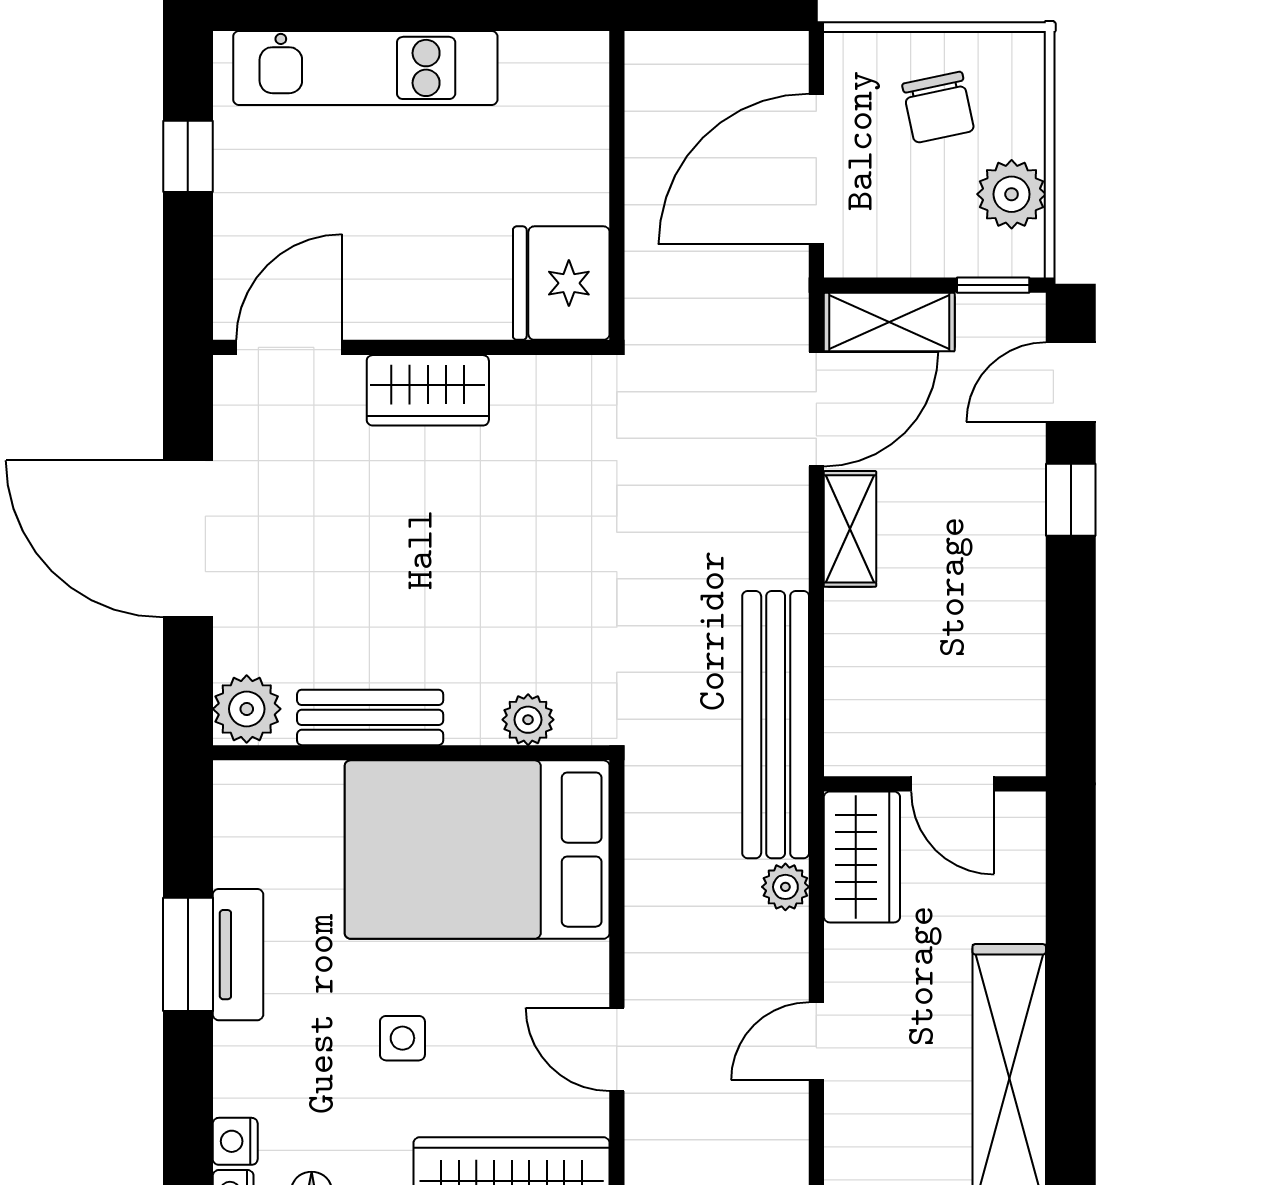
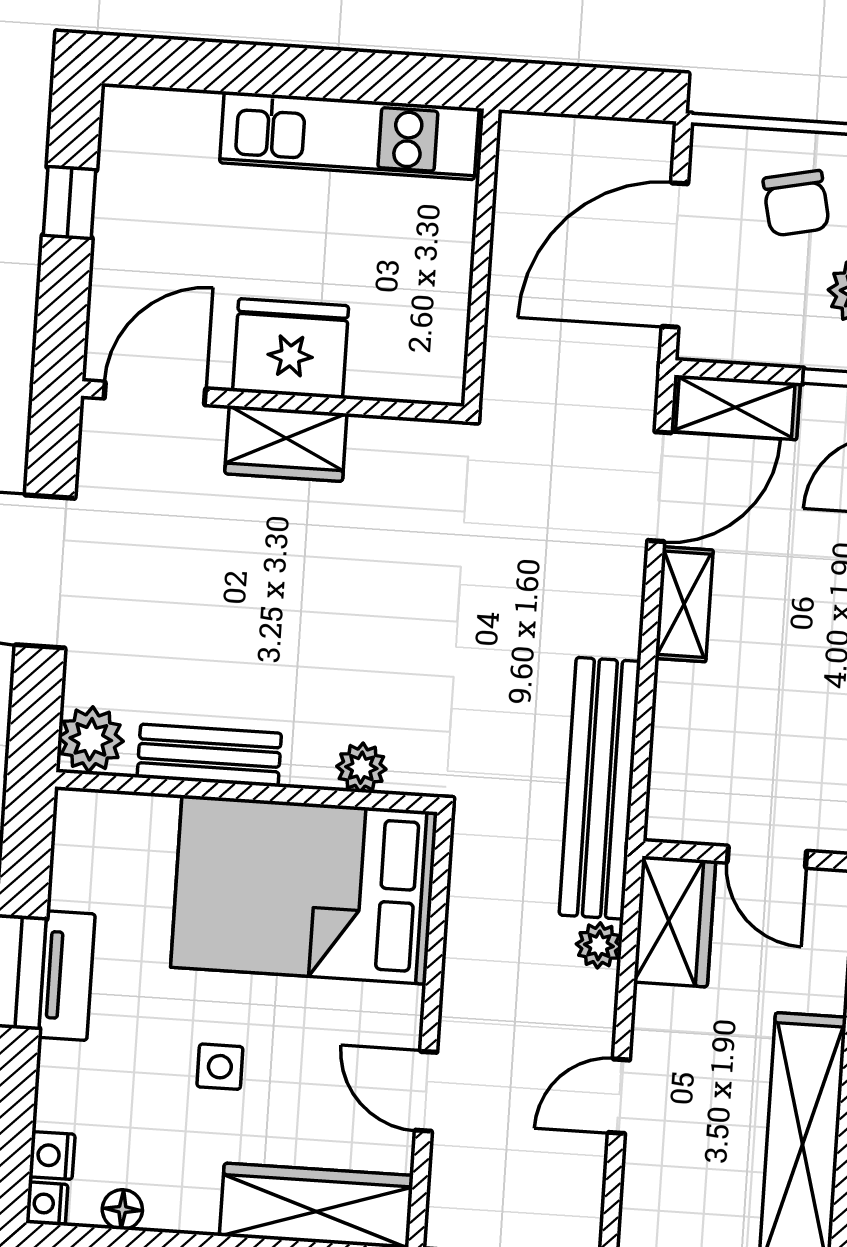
kitchen unit: (365, 68) -> (349, 136), moved
fridge: (561, 283) -> (291, 348), moved, turned 90

